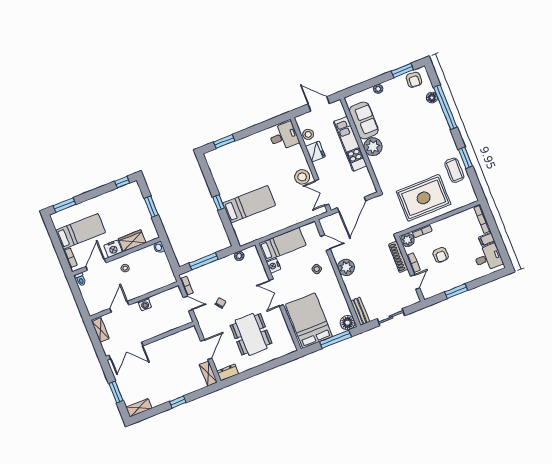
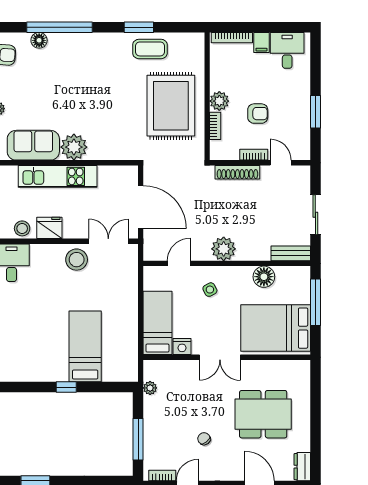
double door: (322, 192) -> (108, 241), swing flipped
plant: (407, 240) -> (219, 101), moved
floor lamp: (348, 323) -> (264, 277), moved

